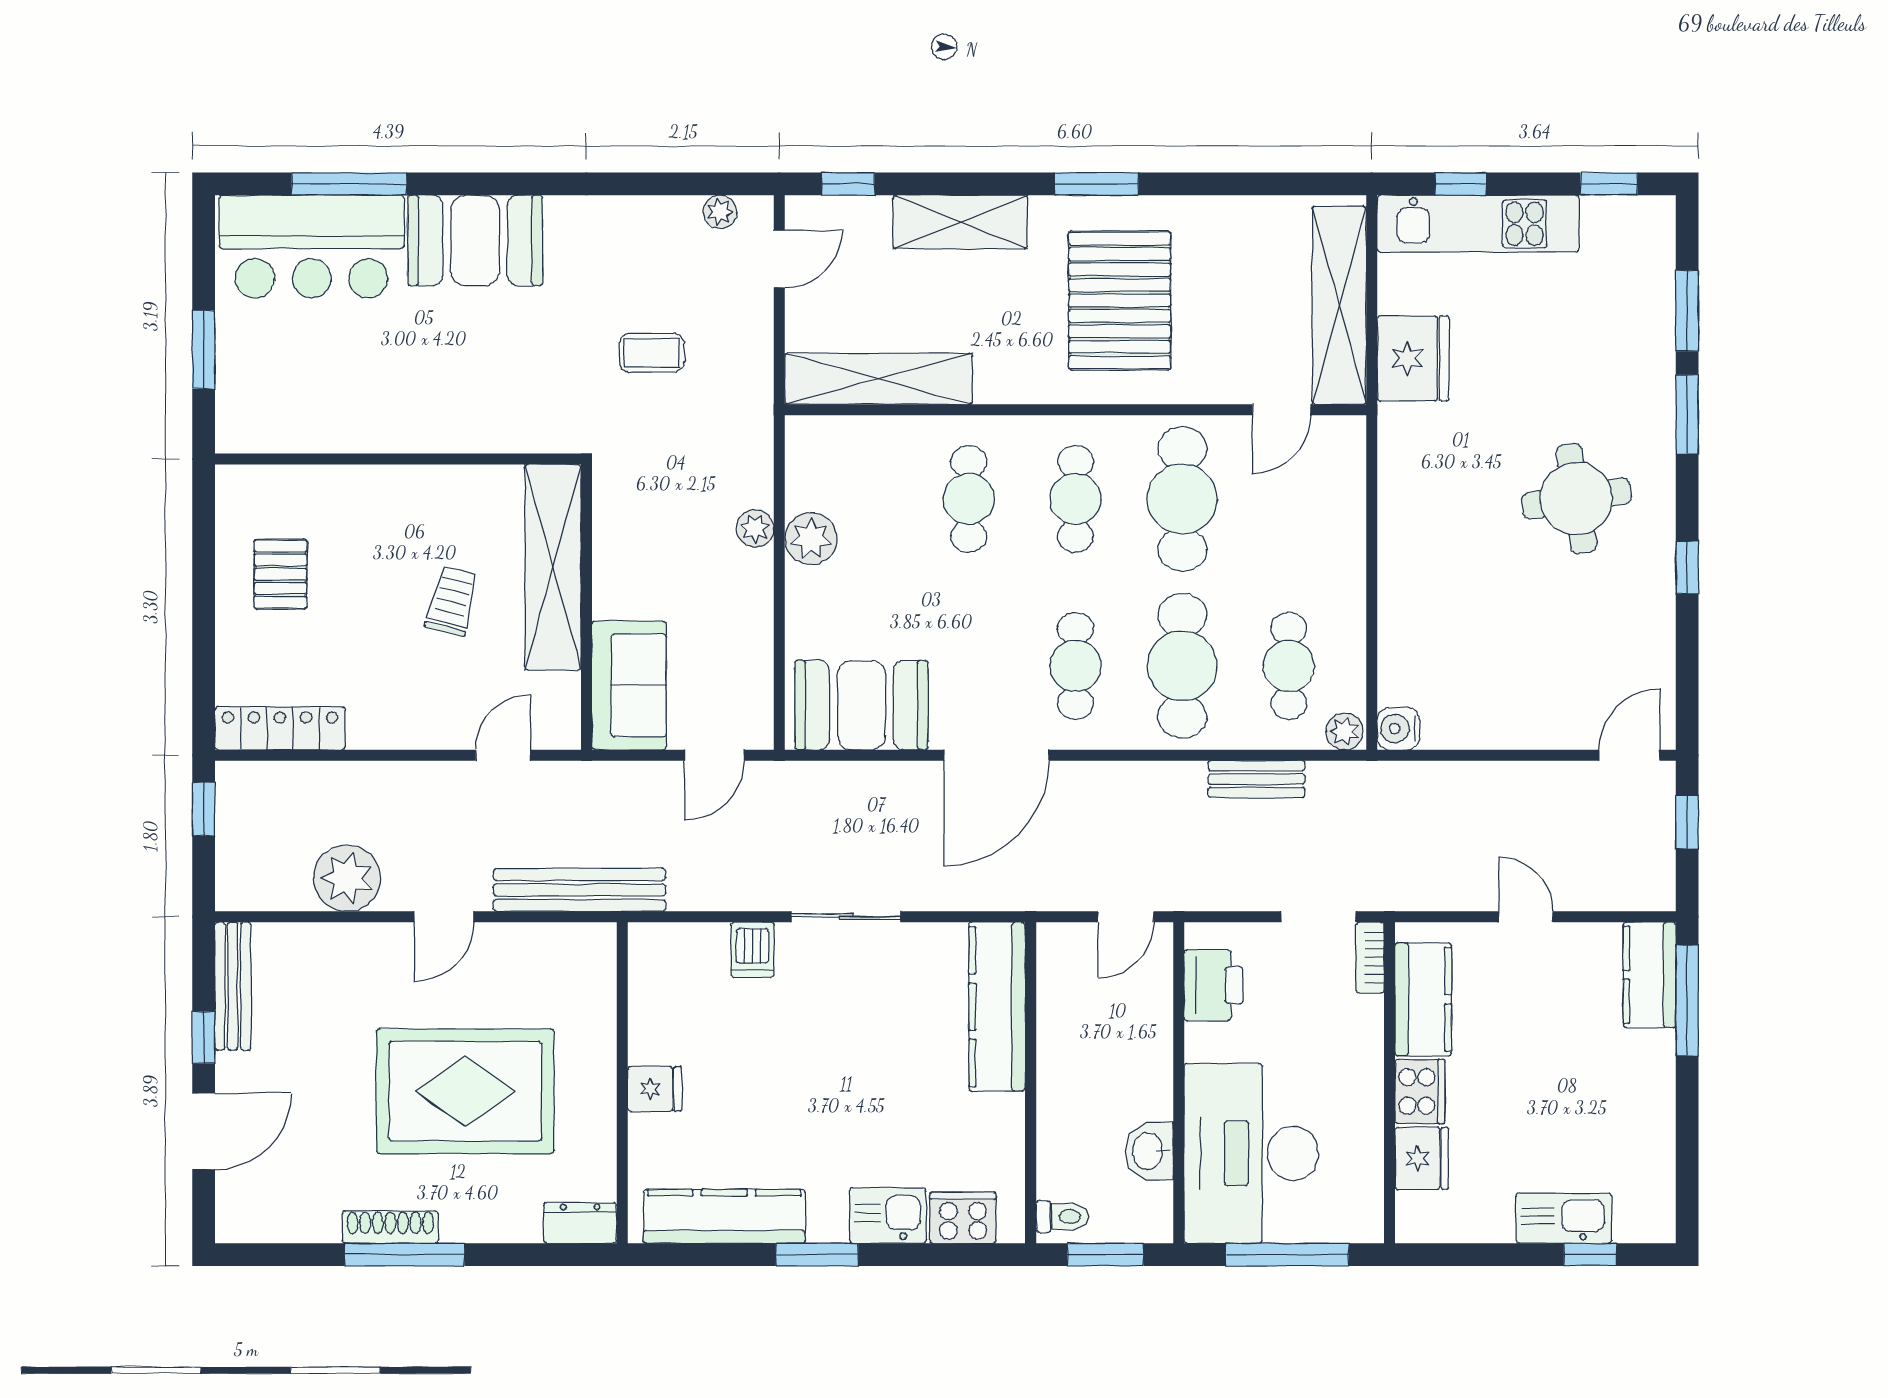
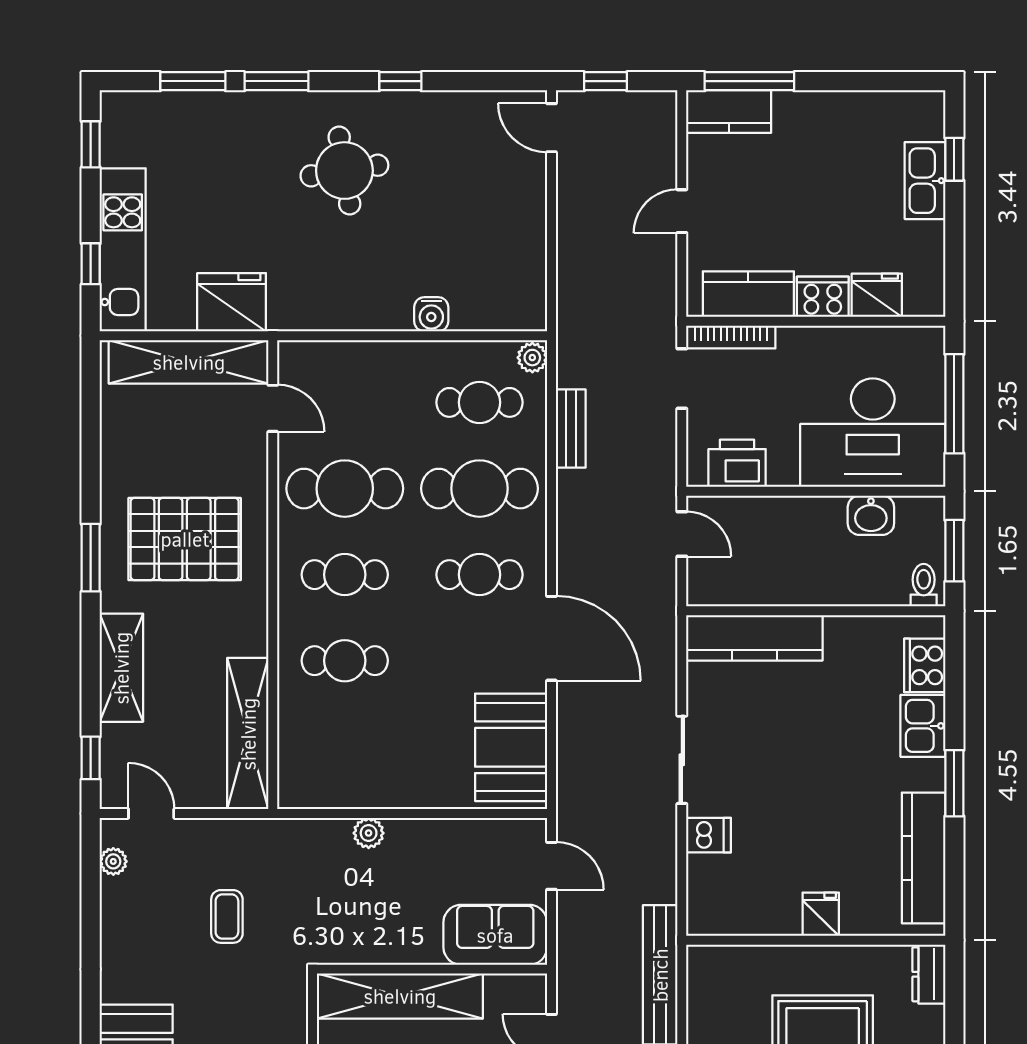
plant: (811, 539) -> (377, 788), removed
water cooler: (1398, 729) -> (431, 314), moved
bookcase: (1370, 957) -> (731, 337), width x1.56

